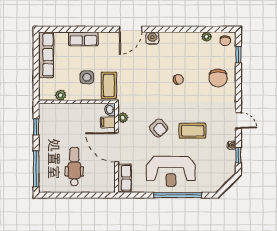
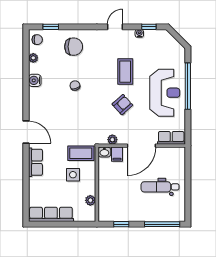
water cooler: (152, 38) -> (35, 80), moved
row of seats: (83, 39) -> (35, 162), moved

